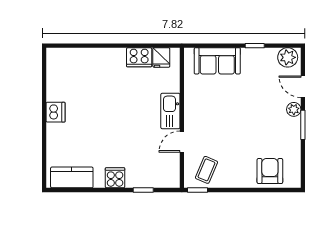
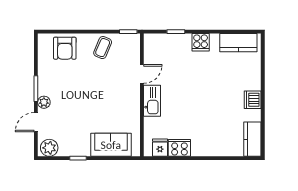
kitchen counter: (56, 67) -> (252, 139), added
door: (303, 87) -> (36, 122), swing flipped
coffee table: (206, 170) -> (103, 48), moved

